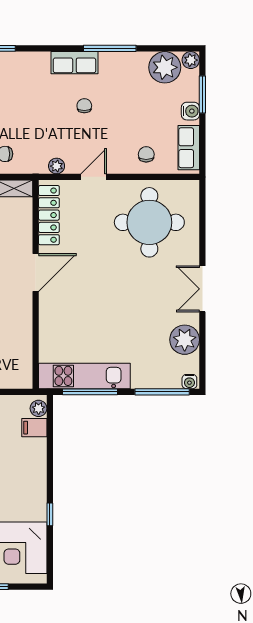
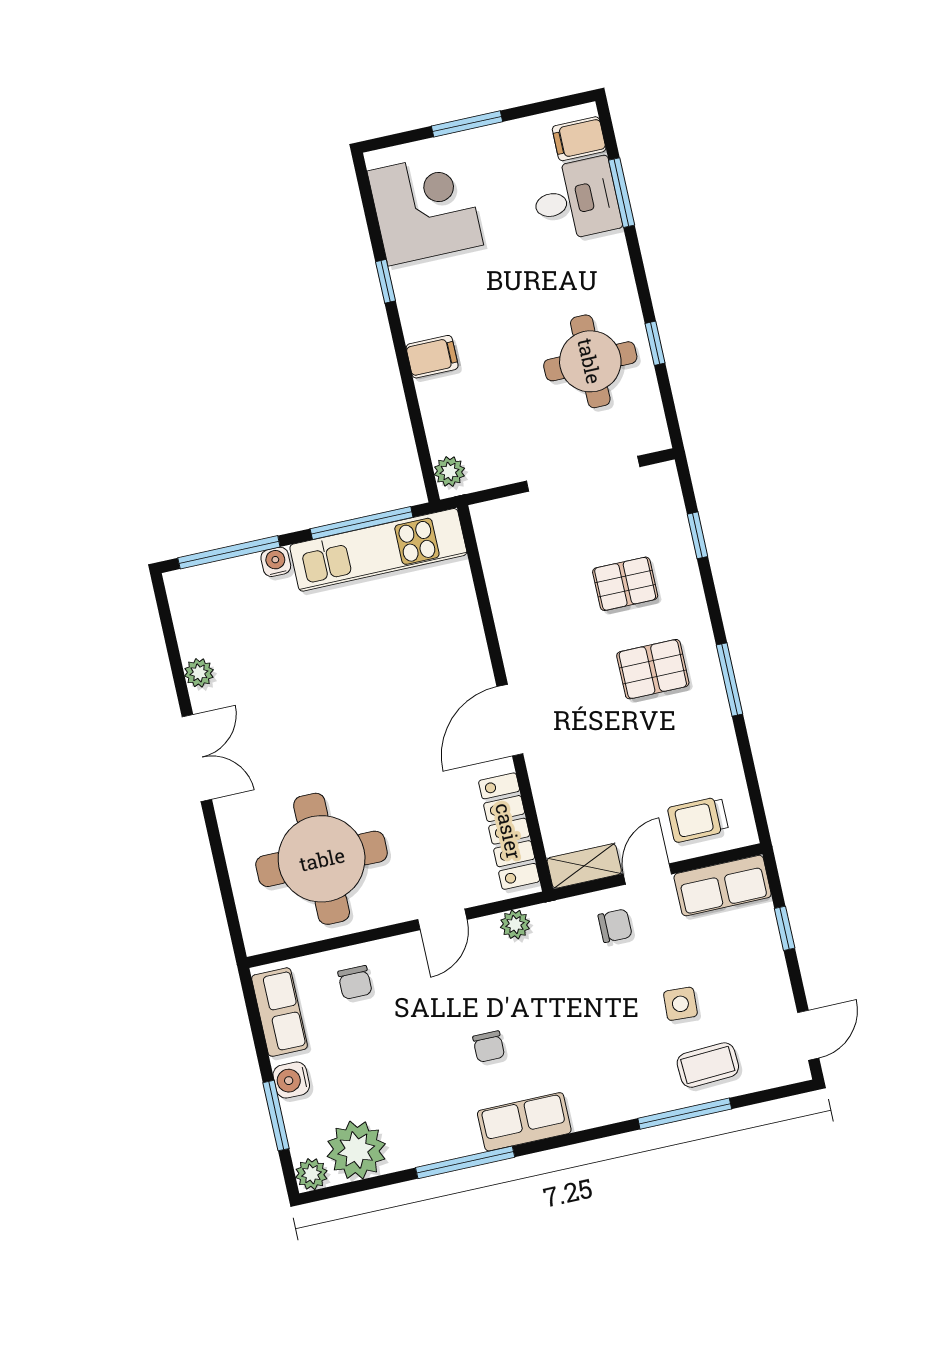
plant: (185, 340) -> (199, 673), width x0.53, depth x0.53
water cooler: (189, 382) -> (276, 562), moved
filing cabinet: (34, 428) -> (432, 357), moved

